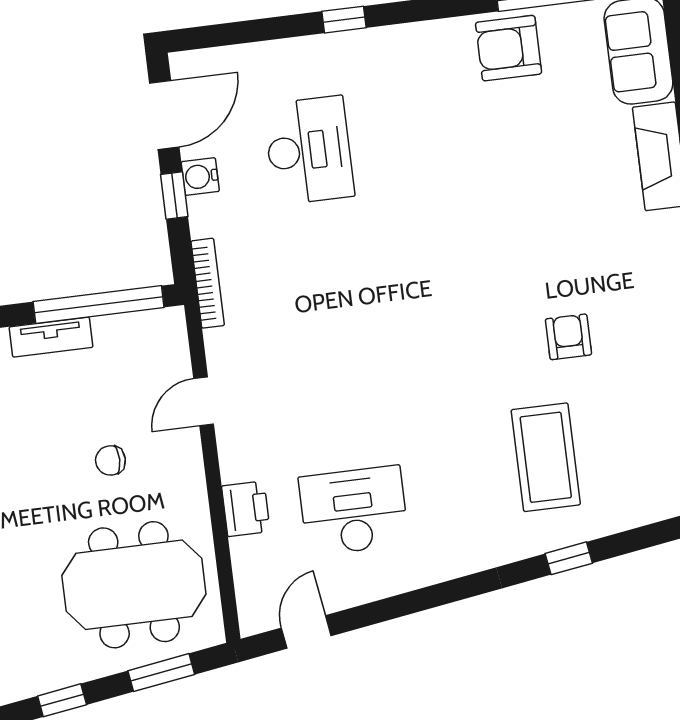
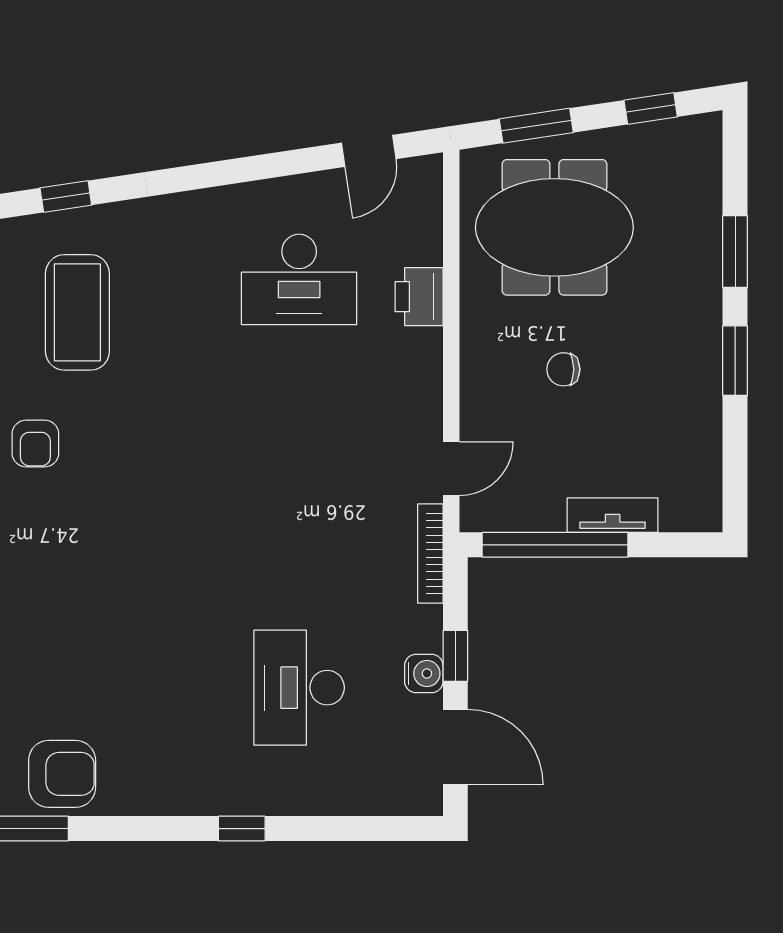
door: (164, 115) -> (455, 747), swing flipped
door: (204, 401) -> (451, 469), moved
chair: (110, 460) -> (563, 369), turned 180

